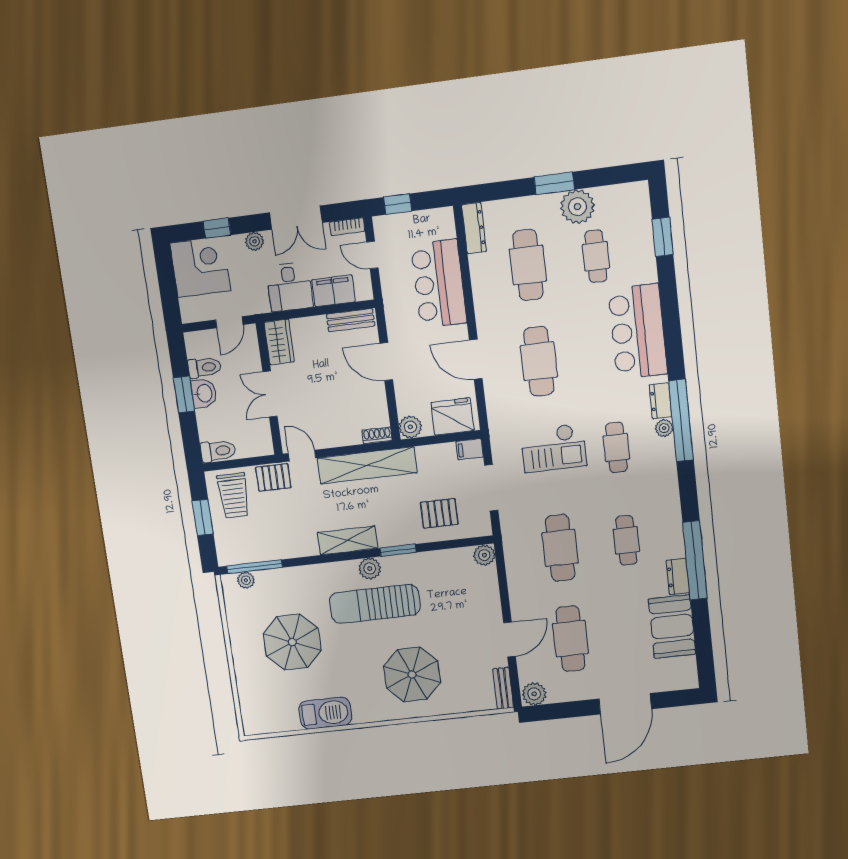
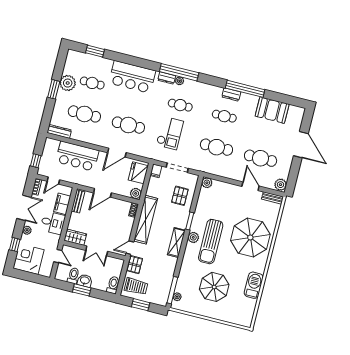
dresser: (678, 576) -> (231, 94), moved
parasol: (412, 675) -> (250, 237), width x1.36, depth x1.36

